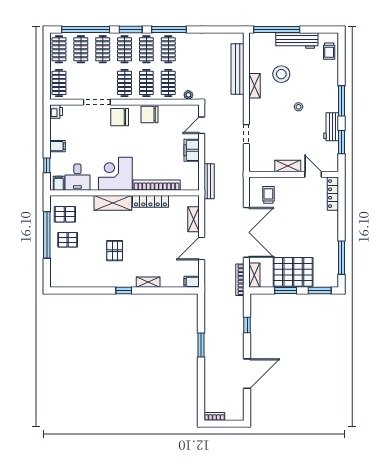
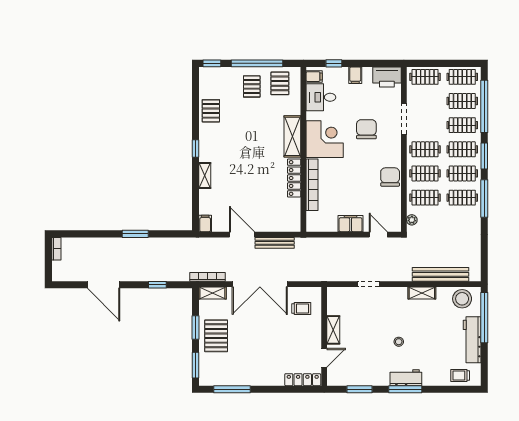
stool: (281, 74) -> (462, 299), moved
printer: (56, 111) -> (387, 77), width x1.87, depth x1.48
chair: (120, 117) -> (366, 129), moved
workbench: (331, 127) -> (406, 378), moved
bench: (209, 181) -> (275, 243), moved
shelving: (193, 219) -> (274, 226), removed
pallet: (115, 251) -> (211, 111), moved, turned 90
pallet: (293, 272) -> (216, 336), width x0.73, depth x0.71
window: (47, 276) -> (212, 63), added

